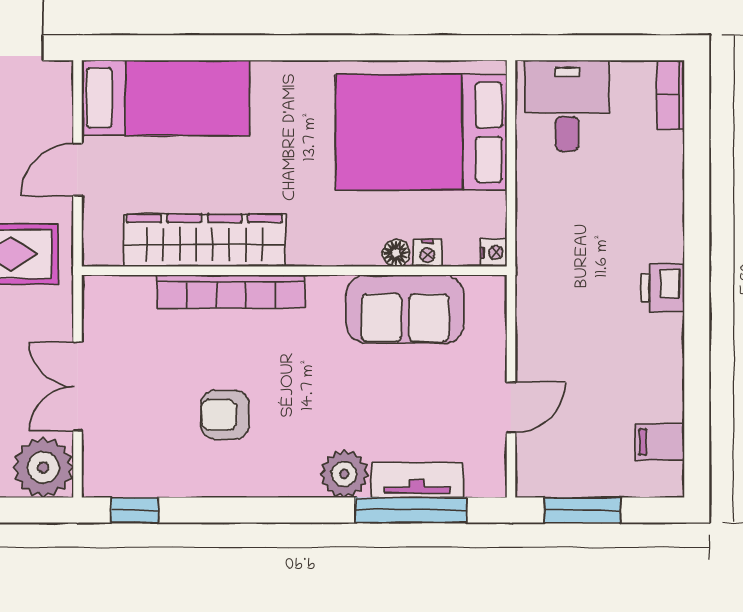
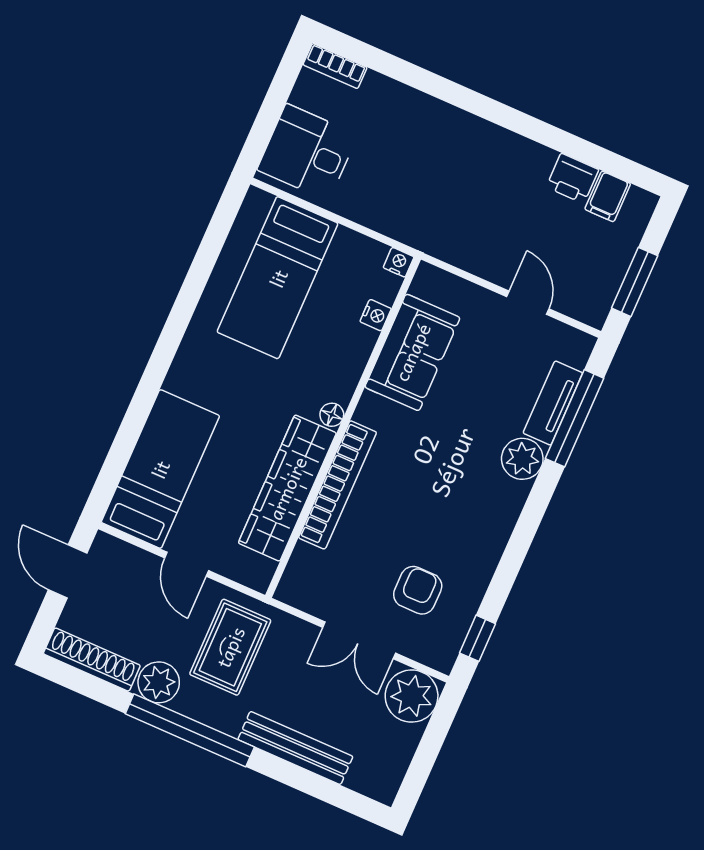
bed: (421, 132) -> (278, 278), width x0.67
floor lamp: (396, 253) -> (332, 415), moved
printer: (663, 288) -> (572, 178), moved
armchair: (225, 415) -> (418, 590), moved, turned 180

